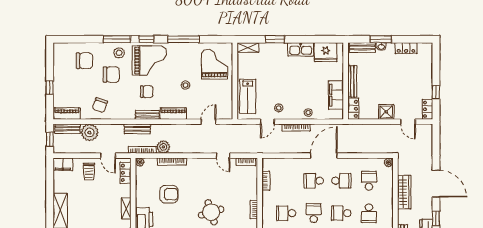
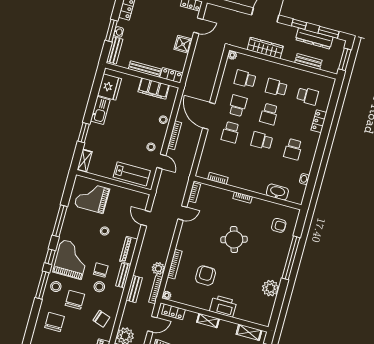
stool: (130, 95) -> (99, 287), added
school desk: (286, 213) -> (255, 167), removed
school desk: (369, 213) -> (276, 87), turned 180

